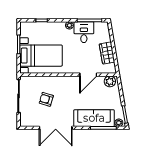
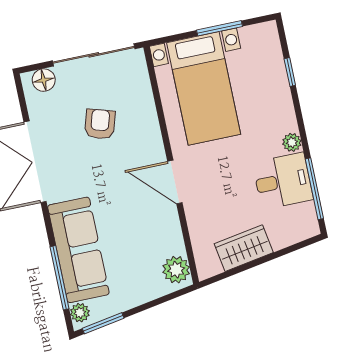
door: (88, 75) -> (175, 182), moved
floor lamp: (24, 118) -> (44, 80), added

